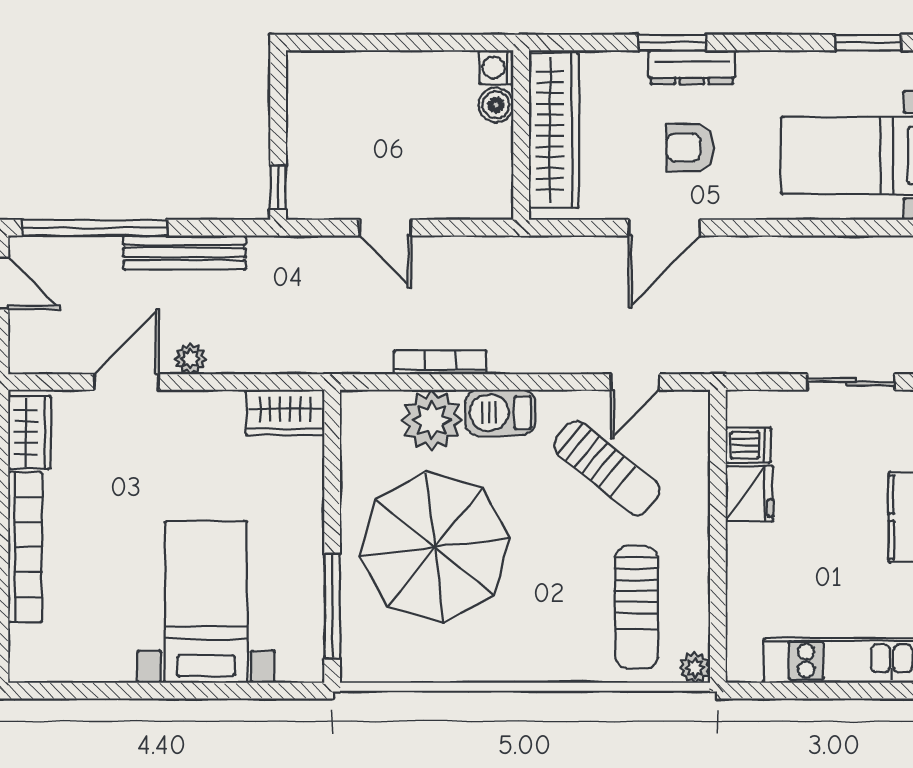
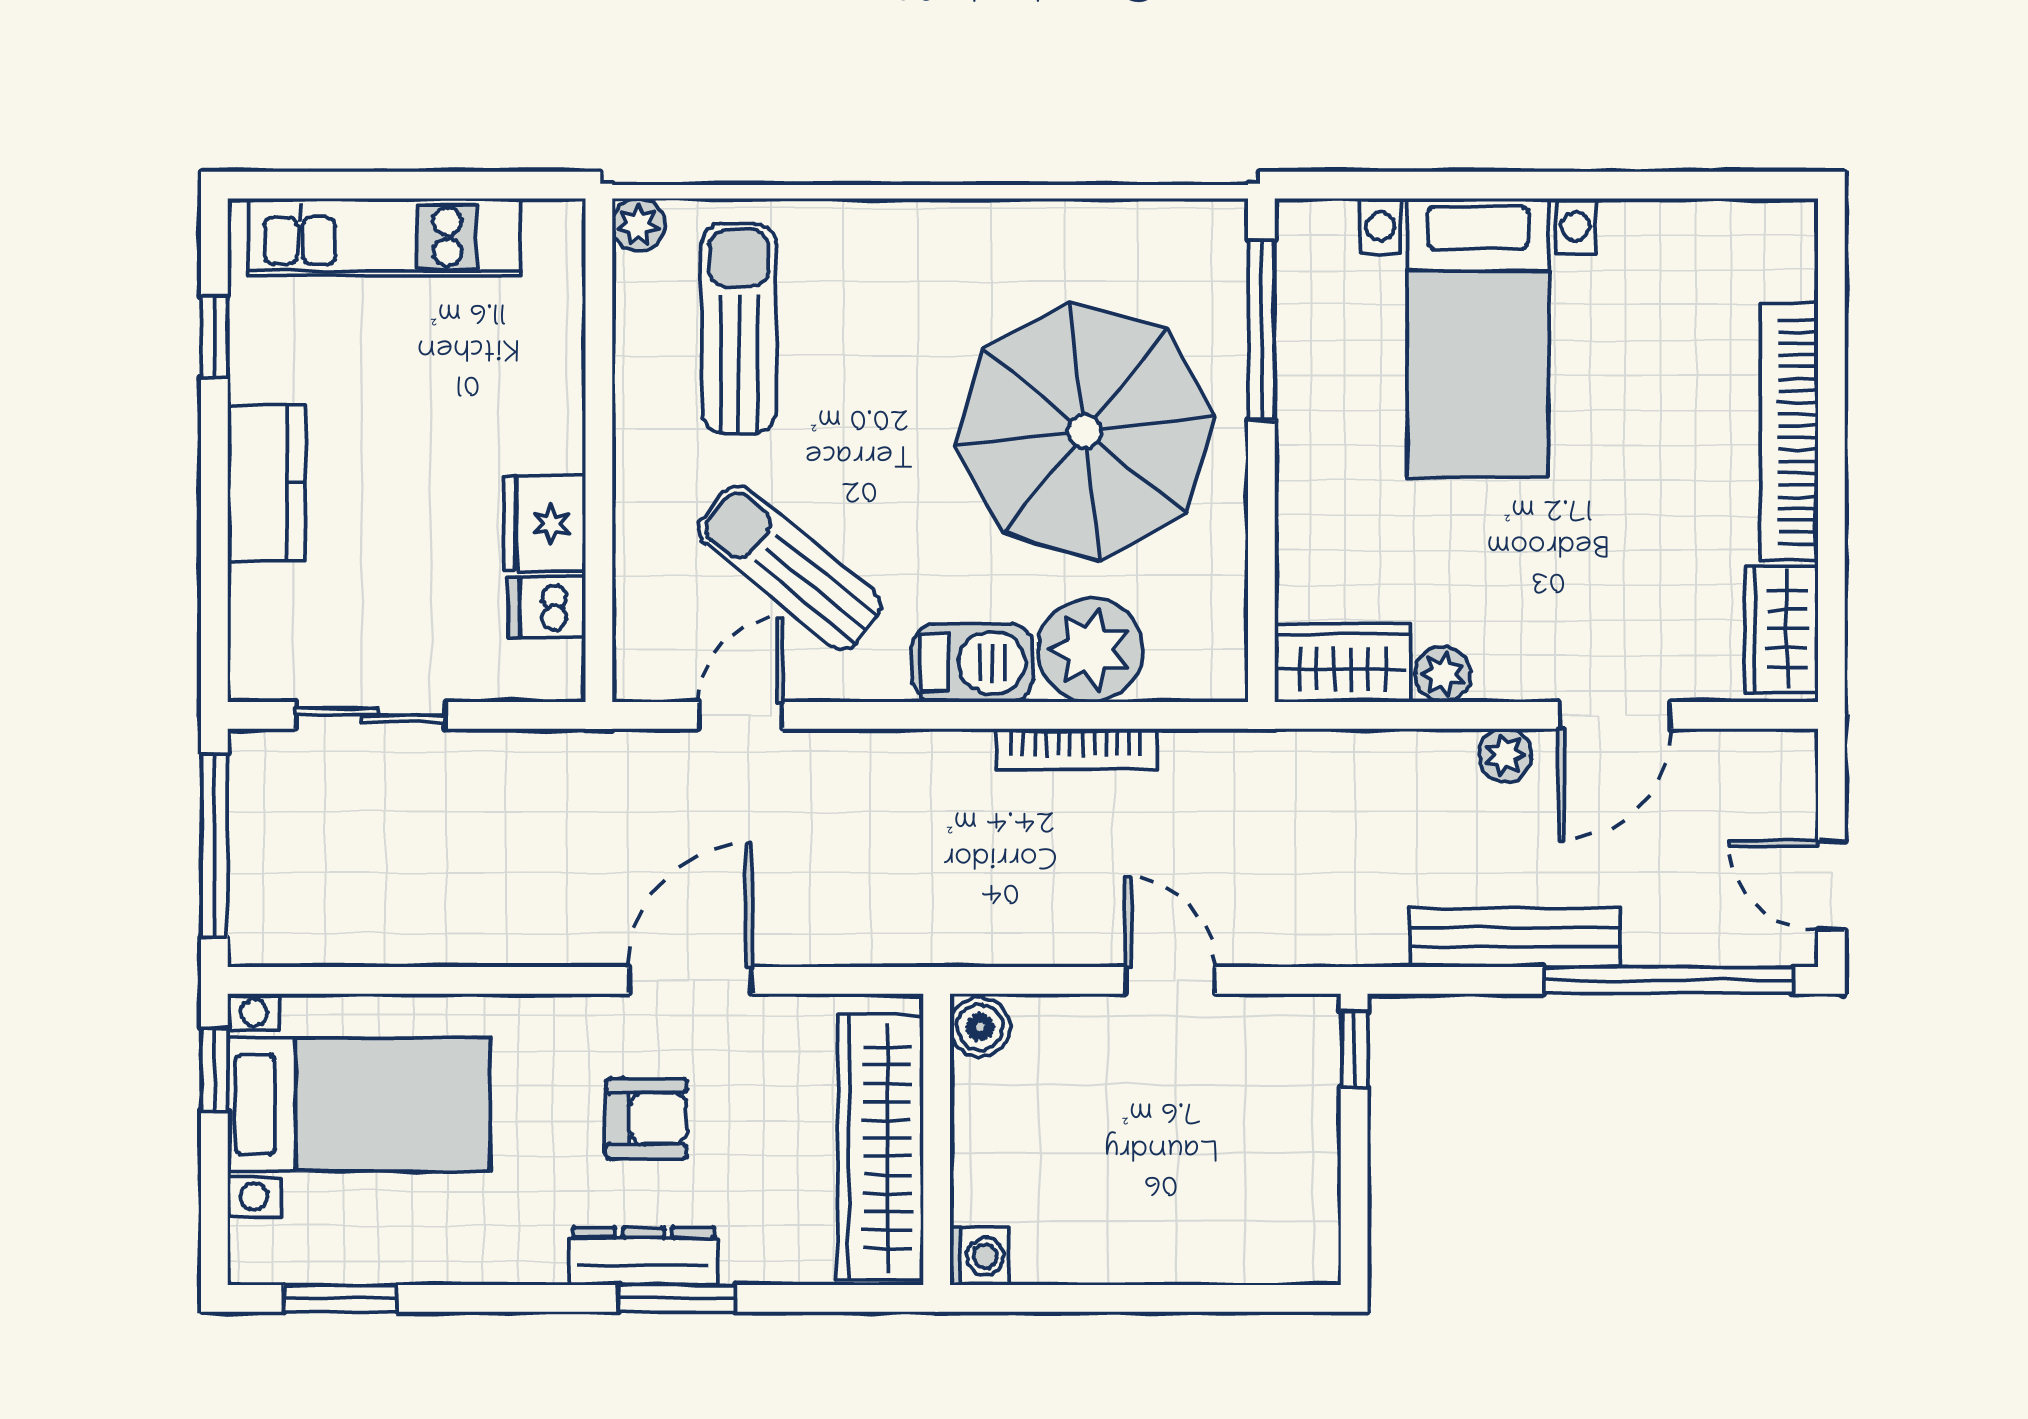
boiler: (496, 105) -> (980, 1027), moved
plant: (227, 406) -> (1443, 674), added

